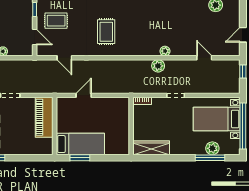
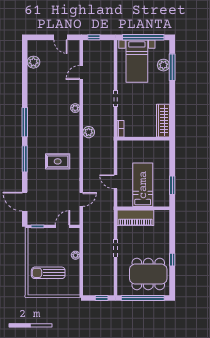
rug: (56, 21) -> (48, 207), removed
plant: (158, 66) -> (89, 132), moved
bed: (80, 144) -> (143, 185), moved

